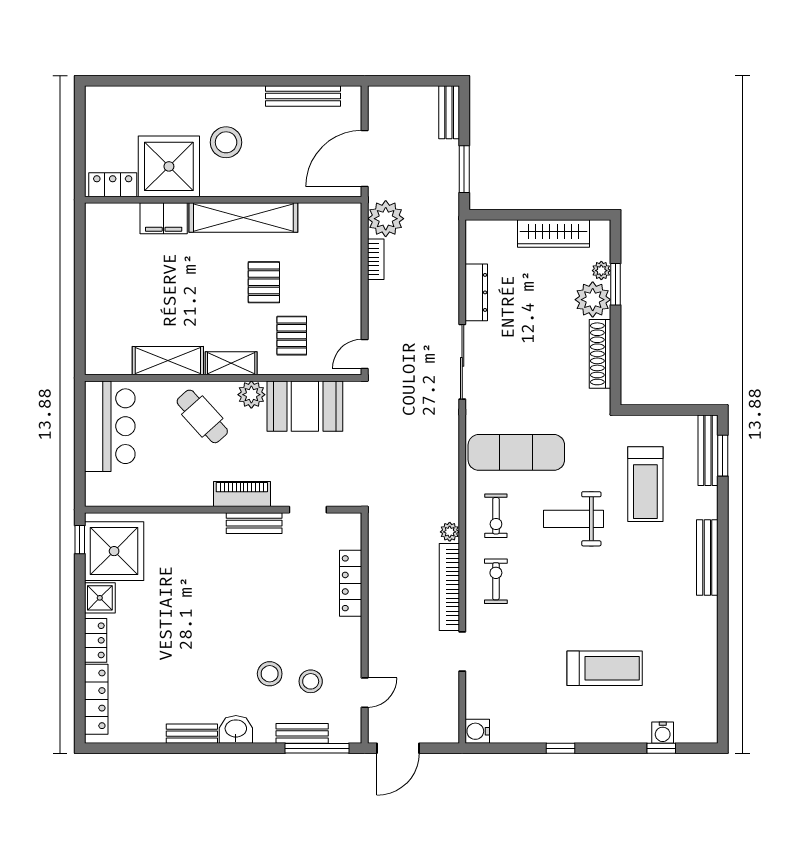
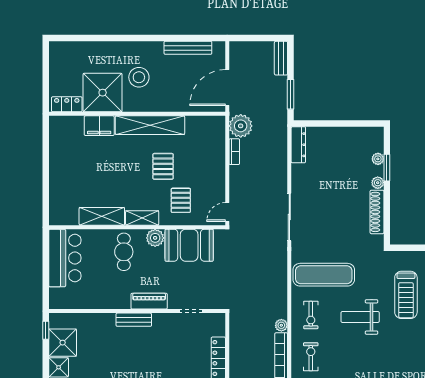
wardrobe: (554, 234) -> (347, 135), removed
dresser: (476, 292) -> (298, 145), moved
plant: (593, 300) -> (378, 183), width x0.53, depth x0.53
cafe table: (202, 416) -> (124, 252), turned 42
bench: (254, 523) -> (134, 320), moved
shower: (114, 551) -> (63, 343), width x0.73, depth x0.73

